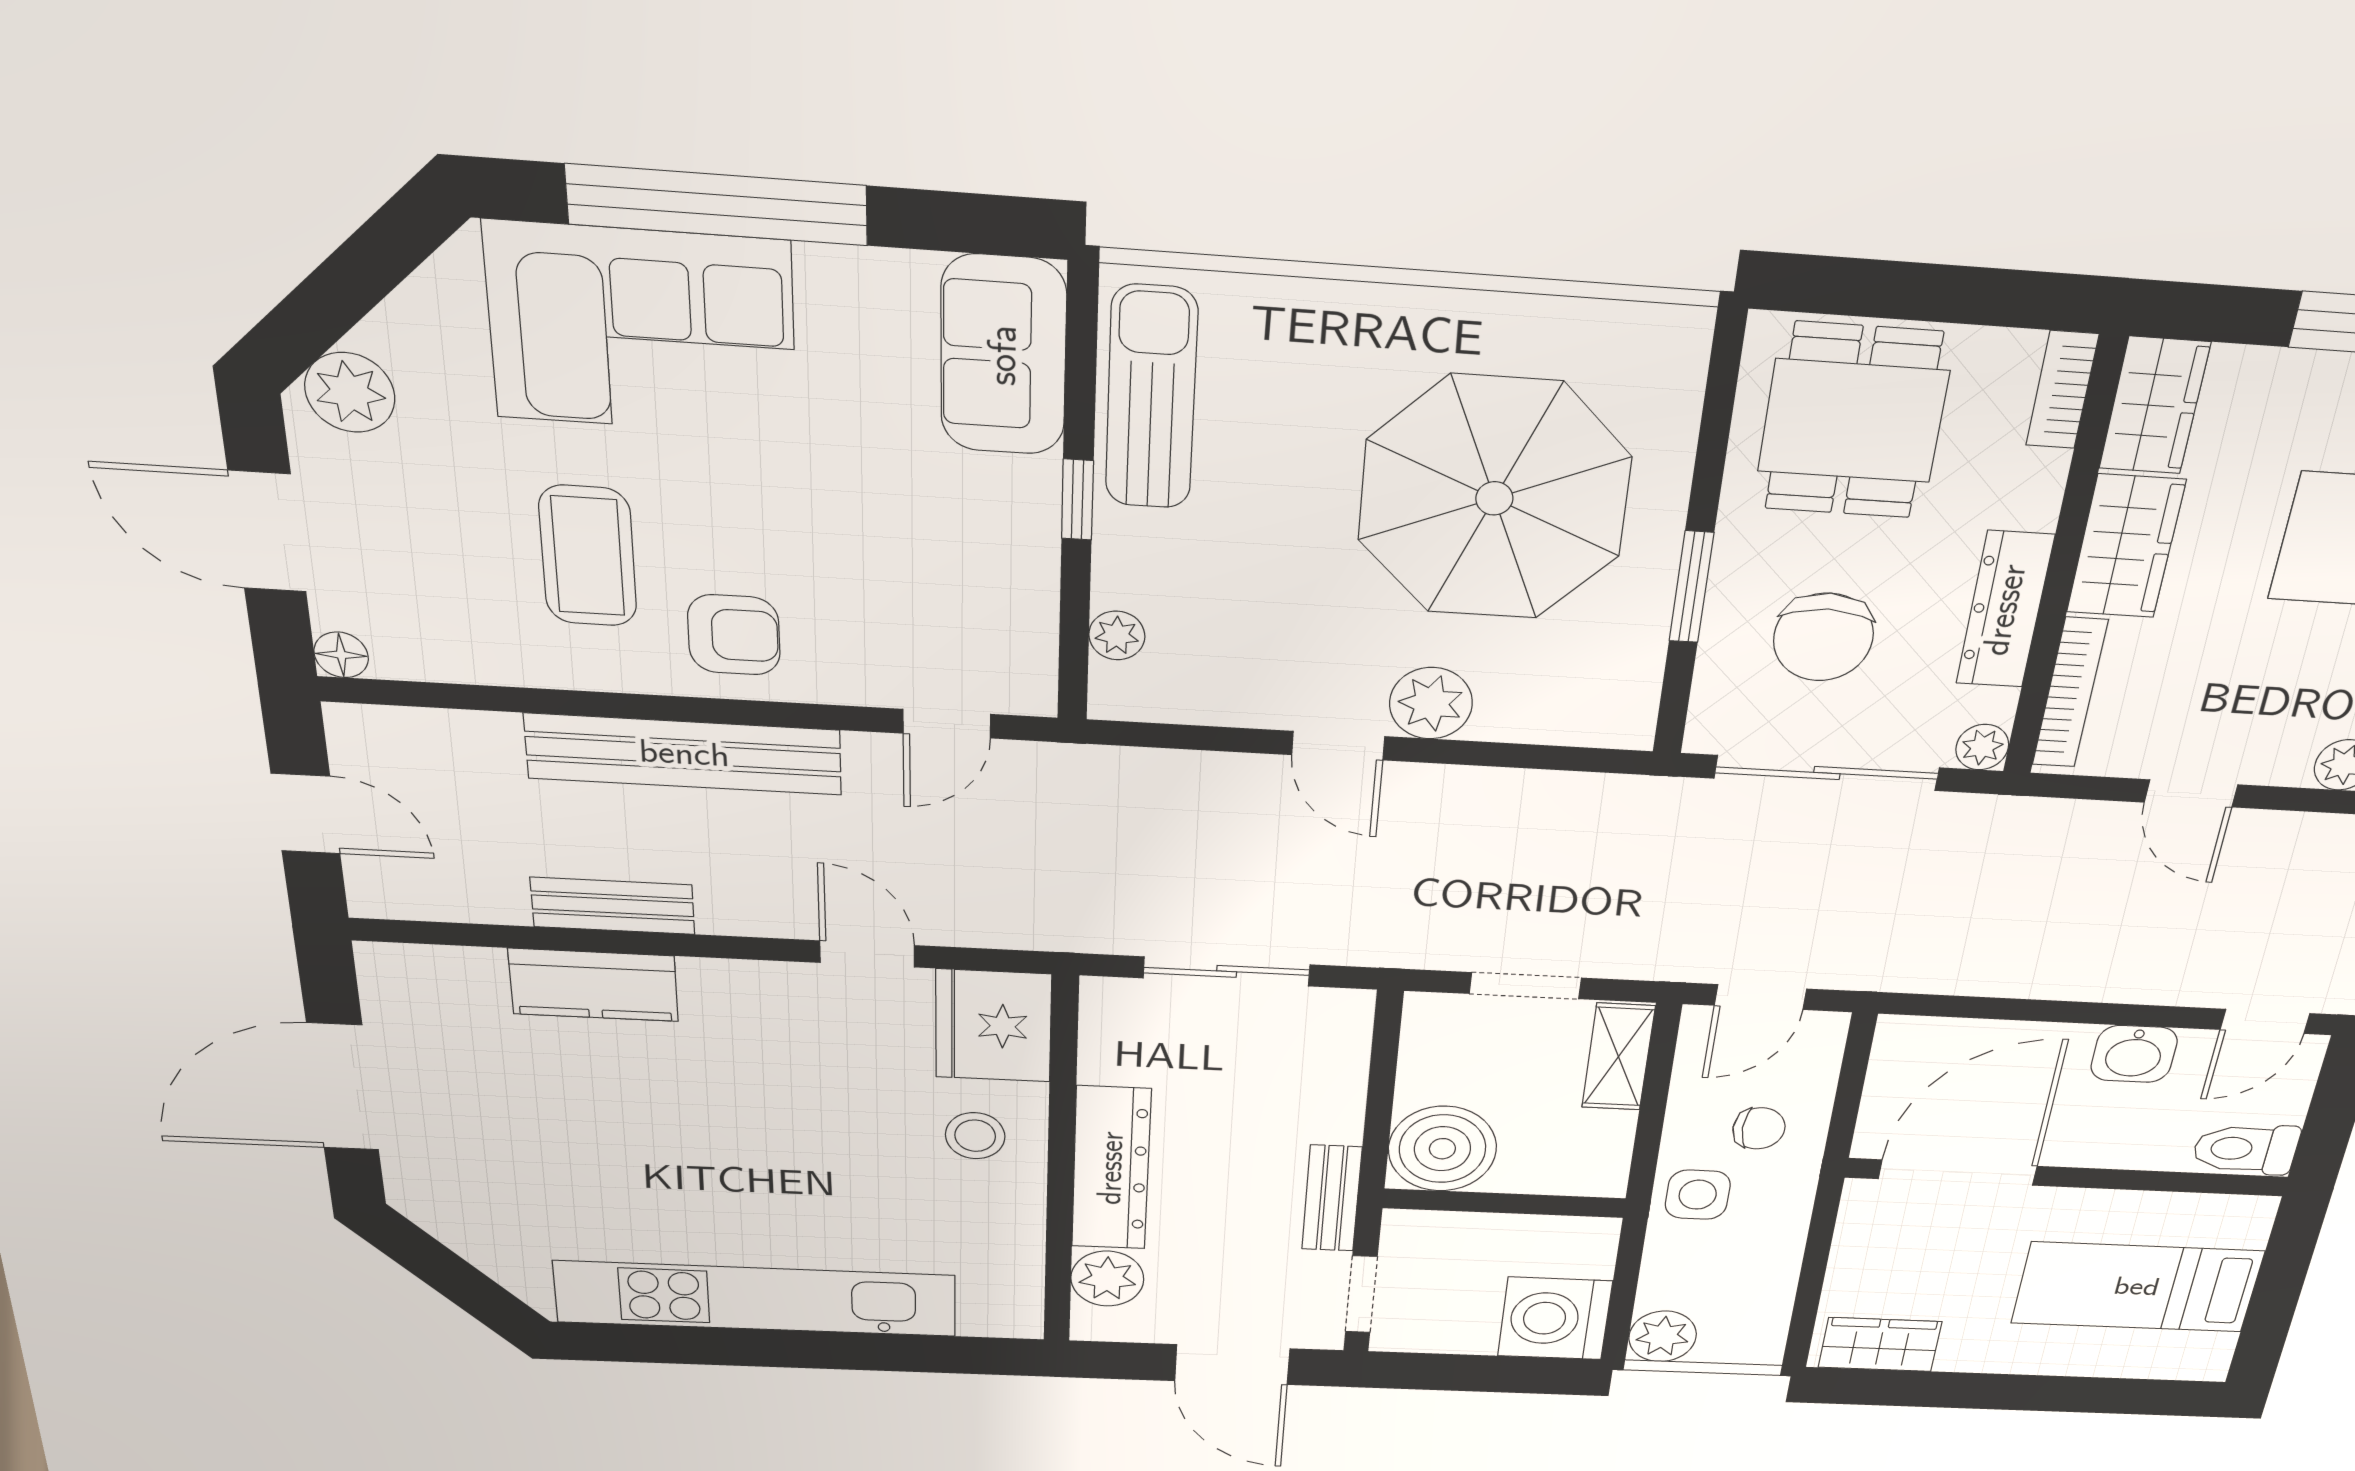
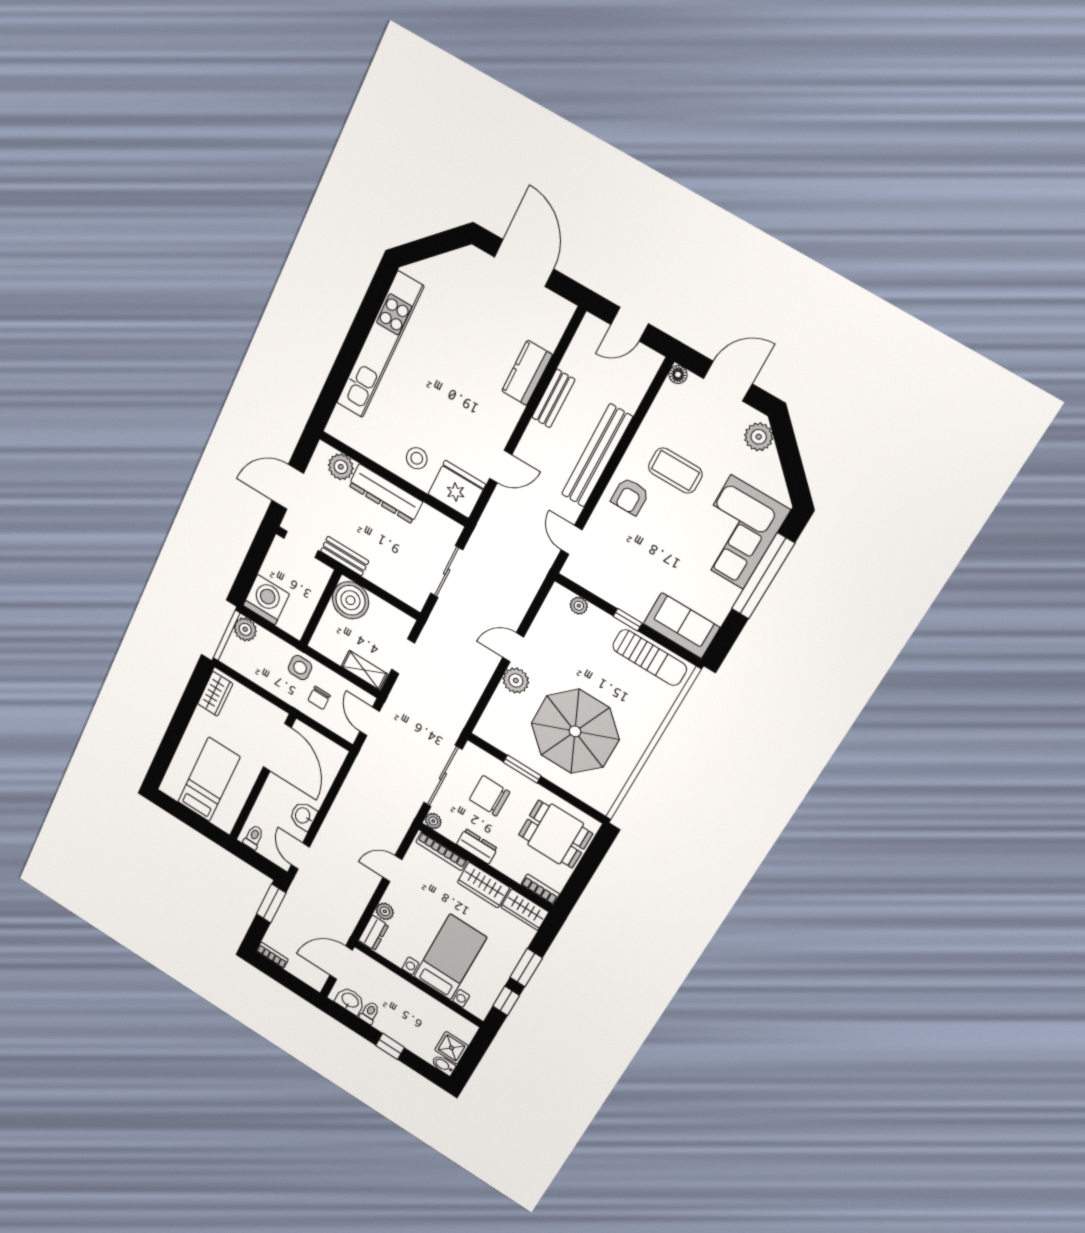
dresser: (2005, 610) -> (477, 846), width x0.70
toilet: (2246, 1149) -> (253, 837), width x0.73, depth x0.72

